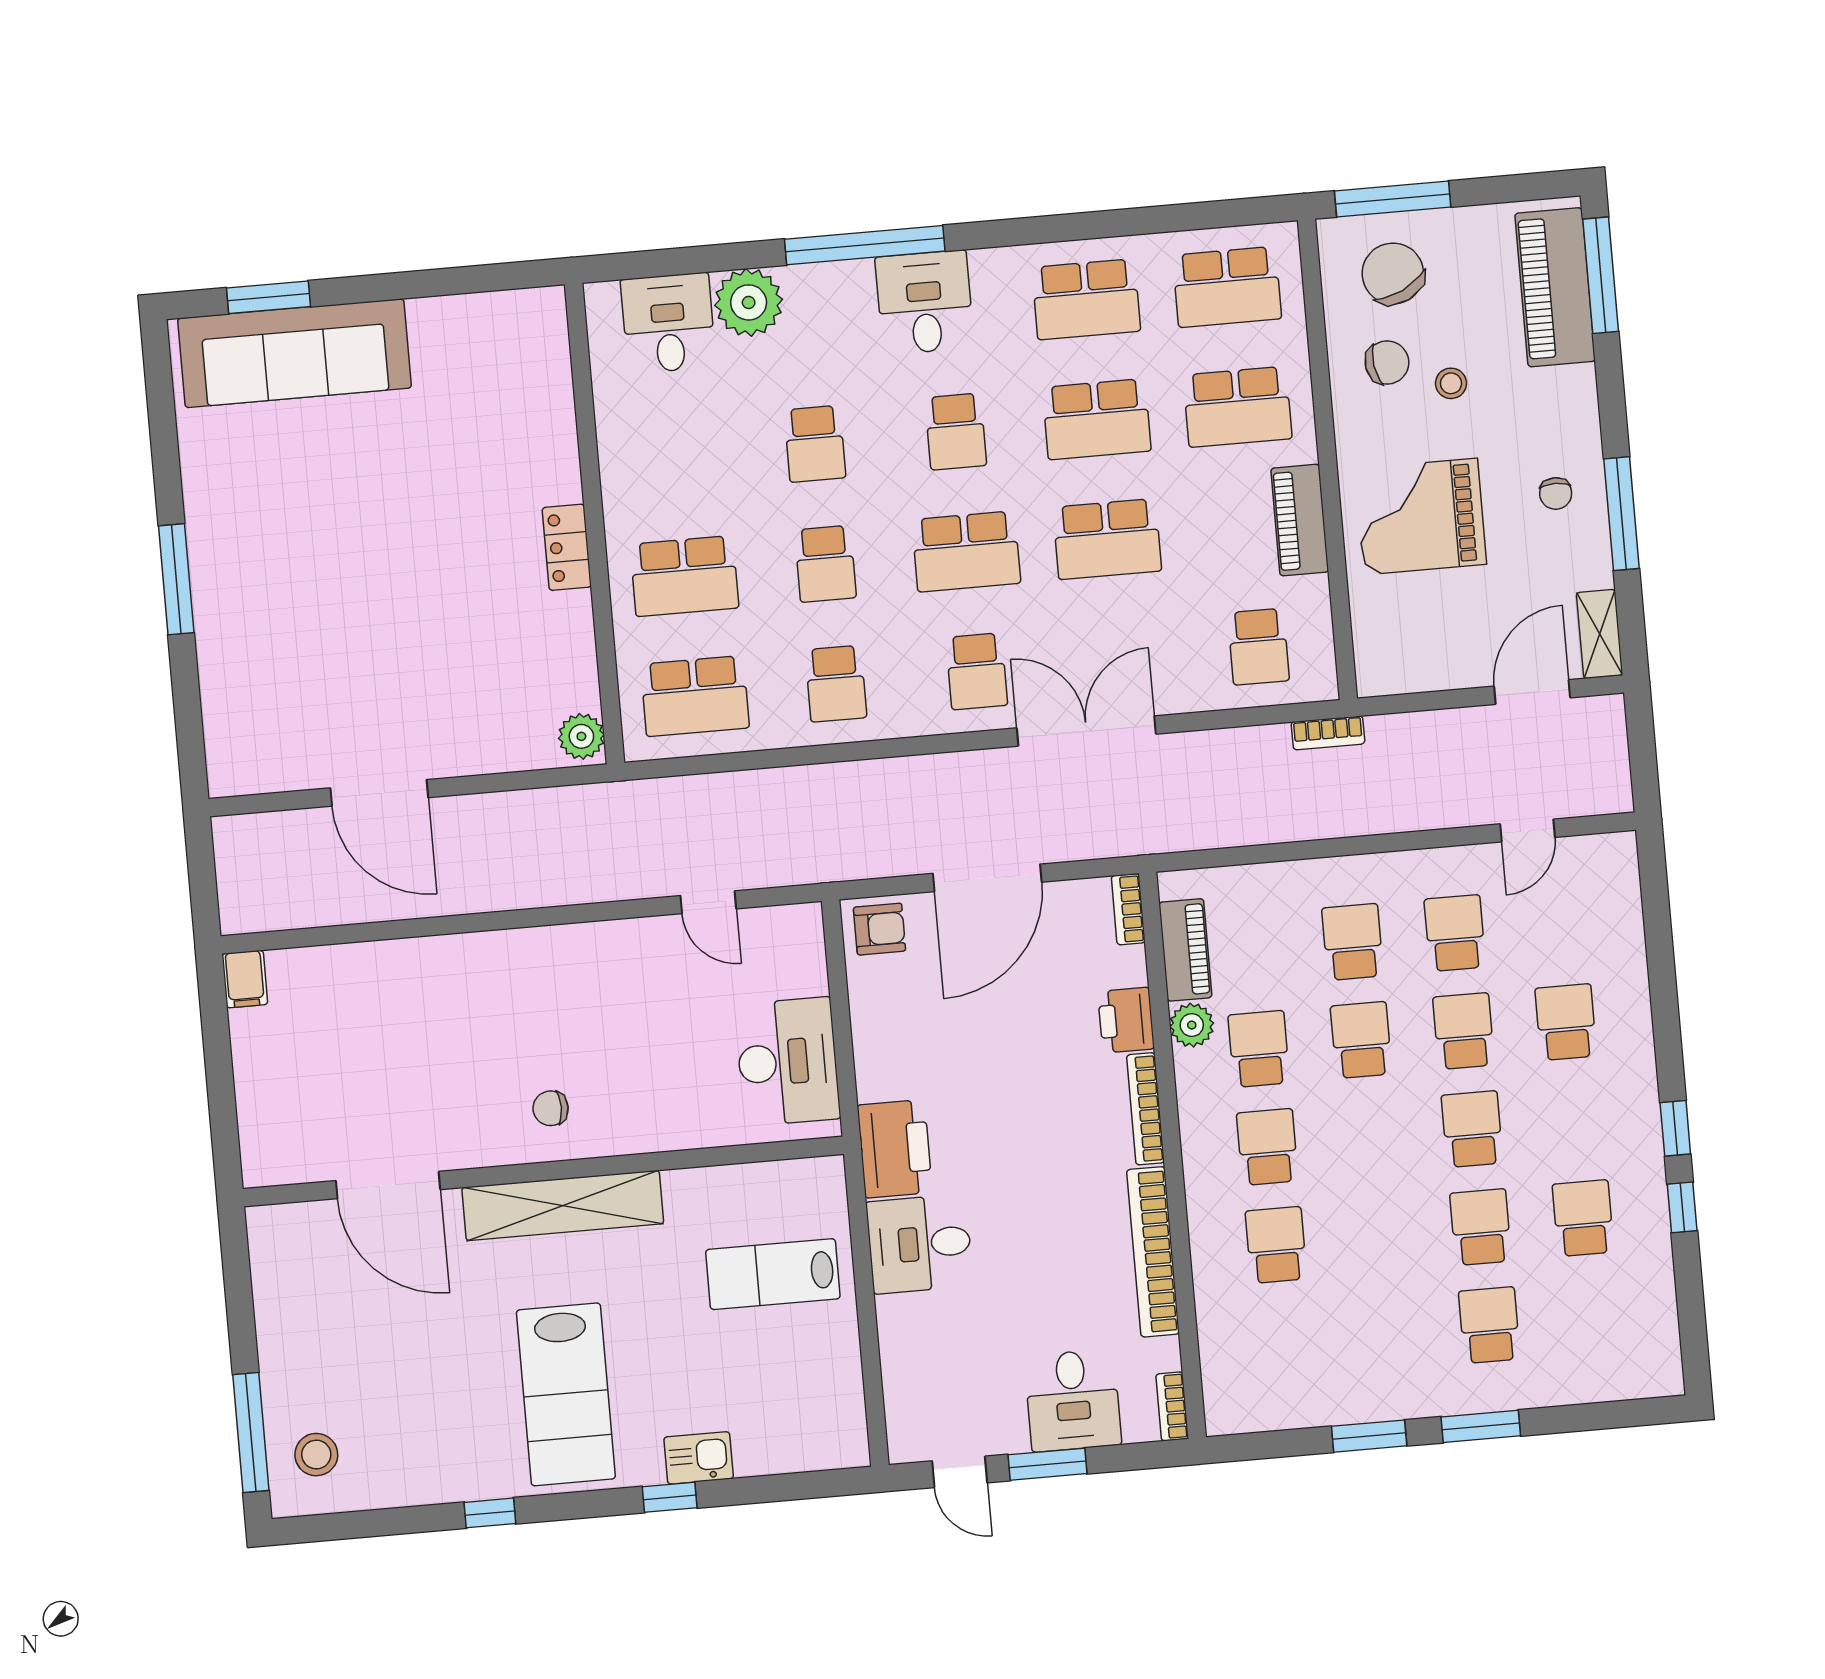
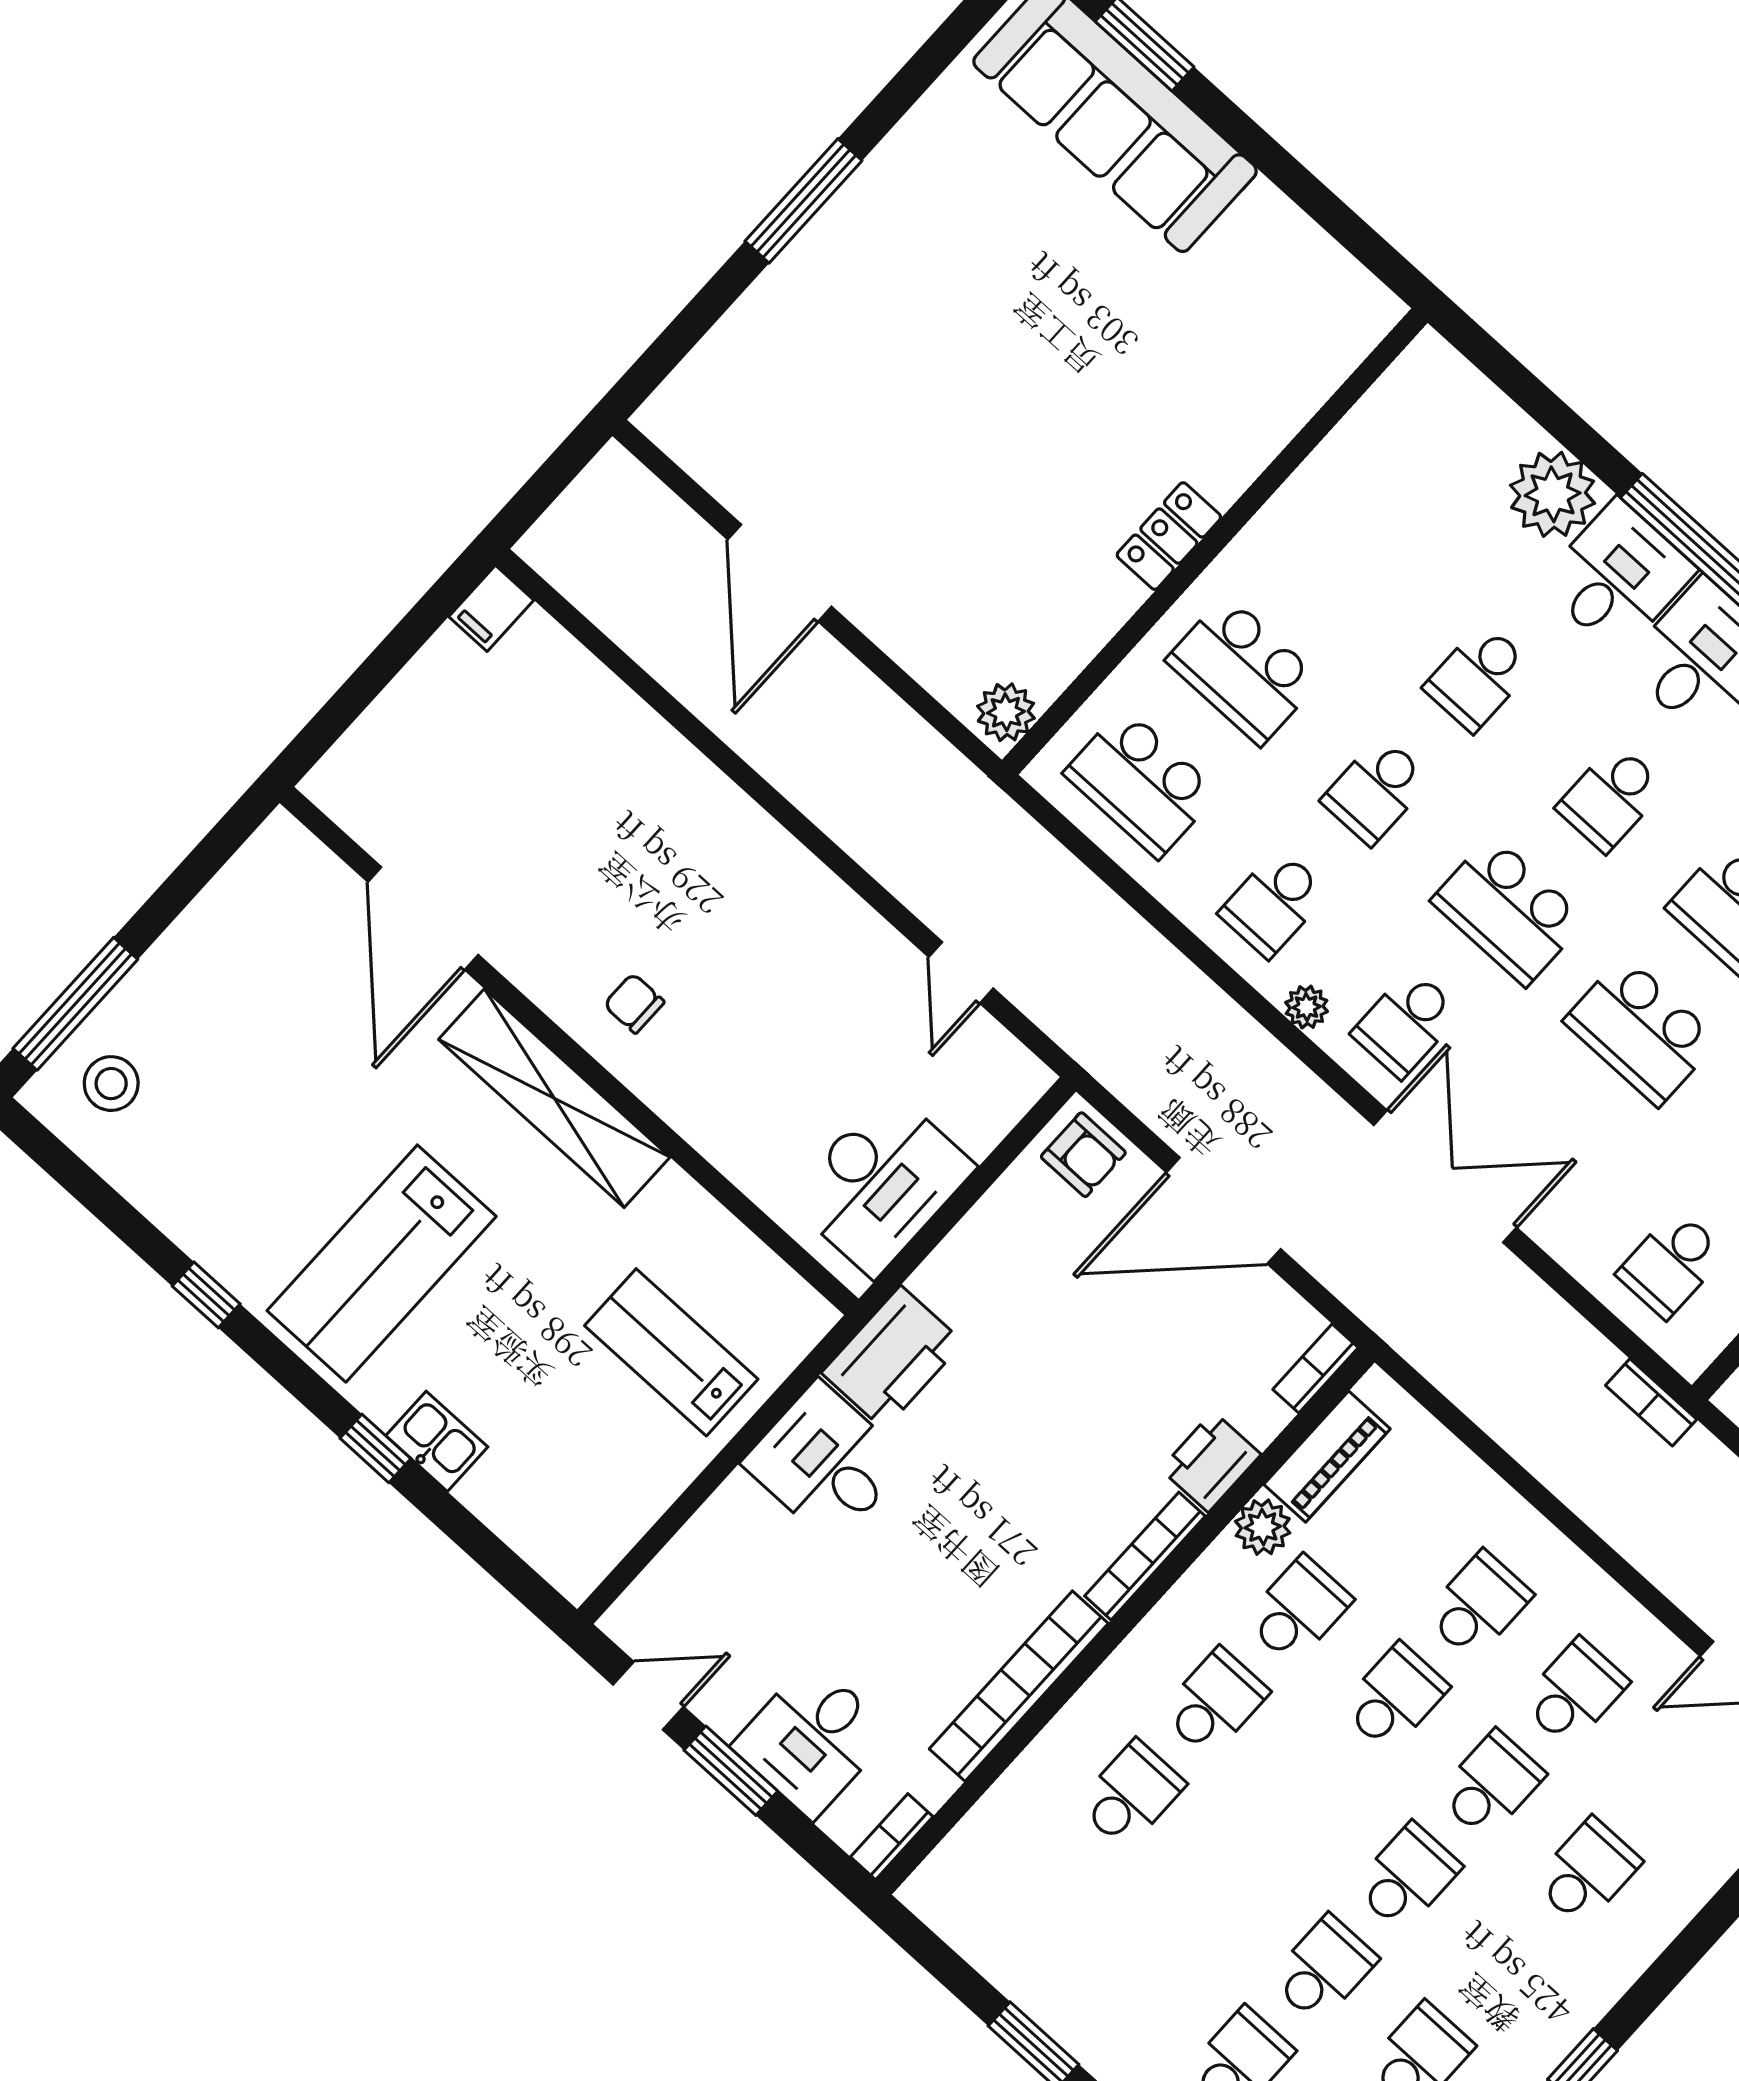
desk: (668, 323) -> (1618, 577), moved
plant: (914, 720) -> (1307, 1007), added
door: (960, 1472) -> (648, 1696), swing flipped

